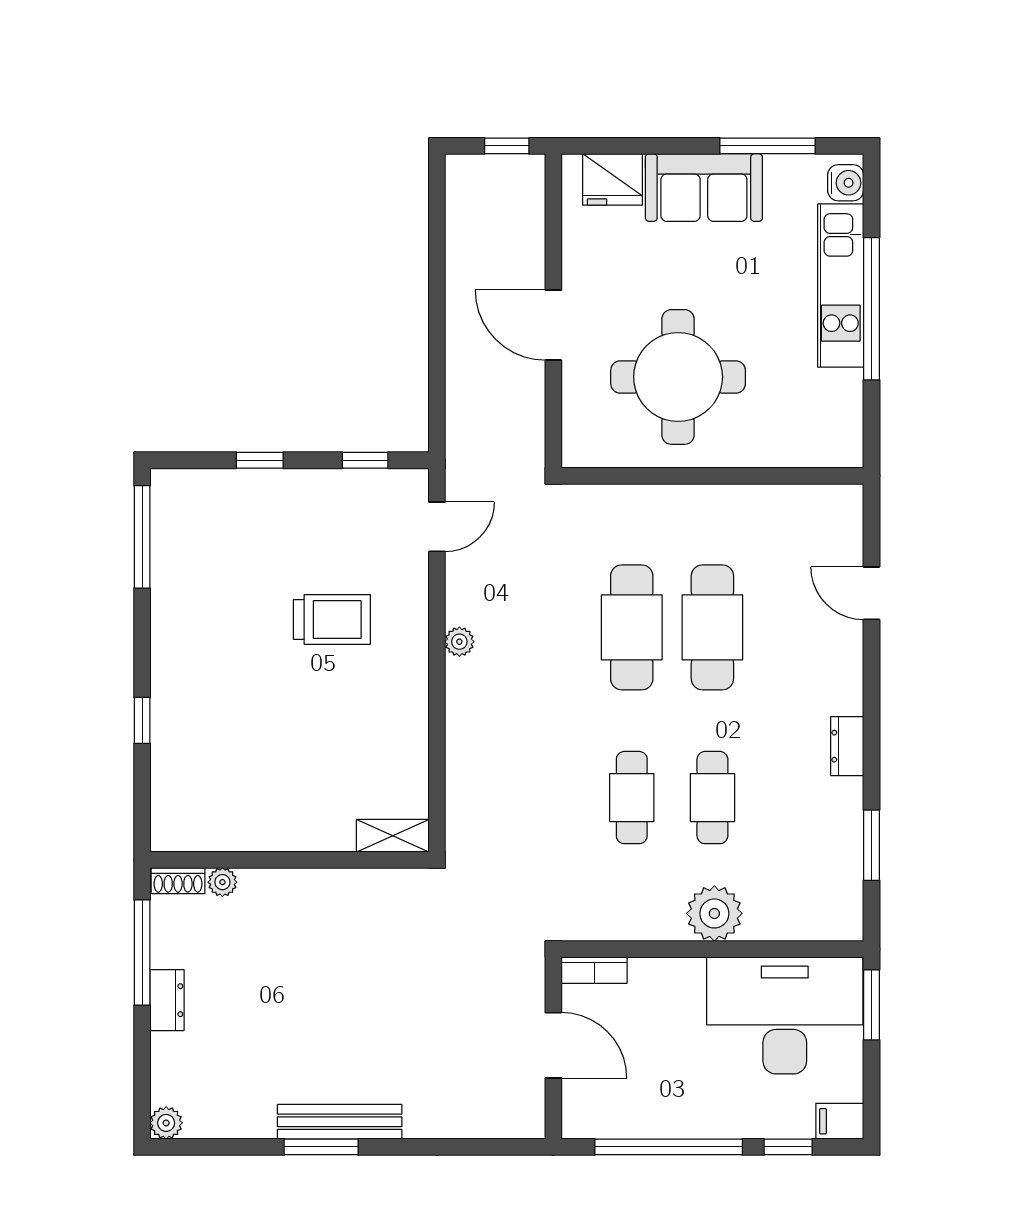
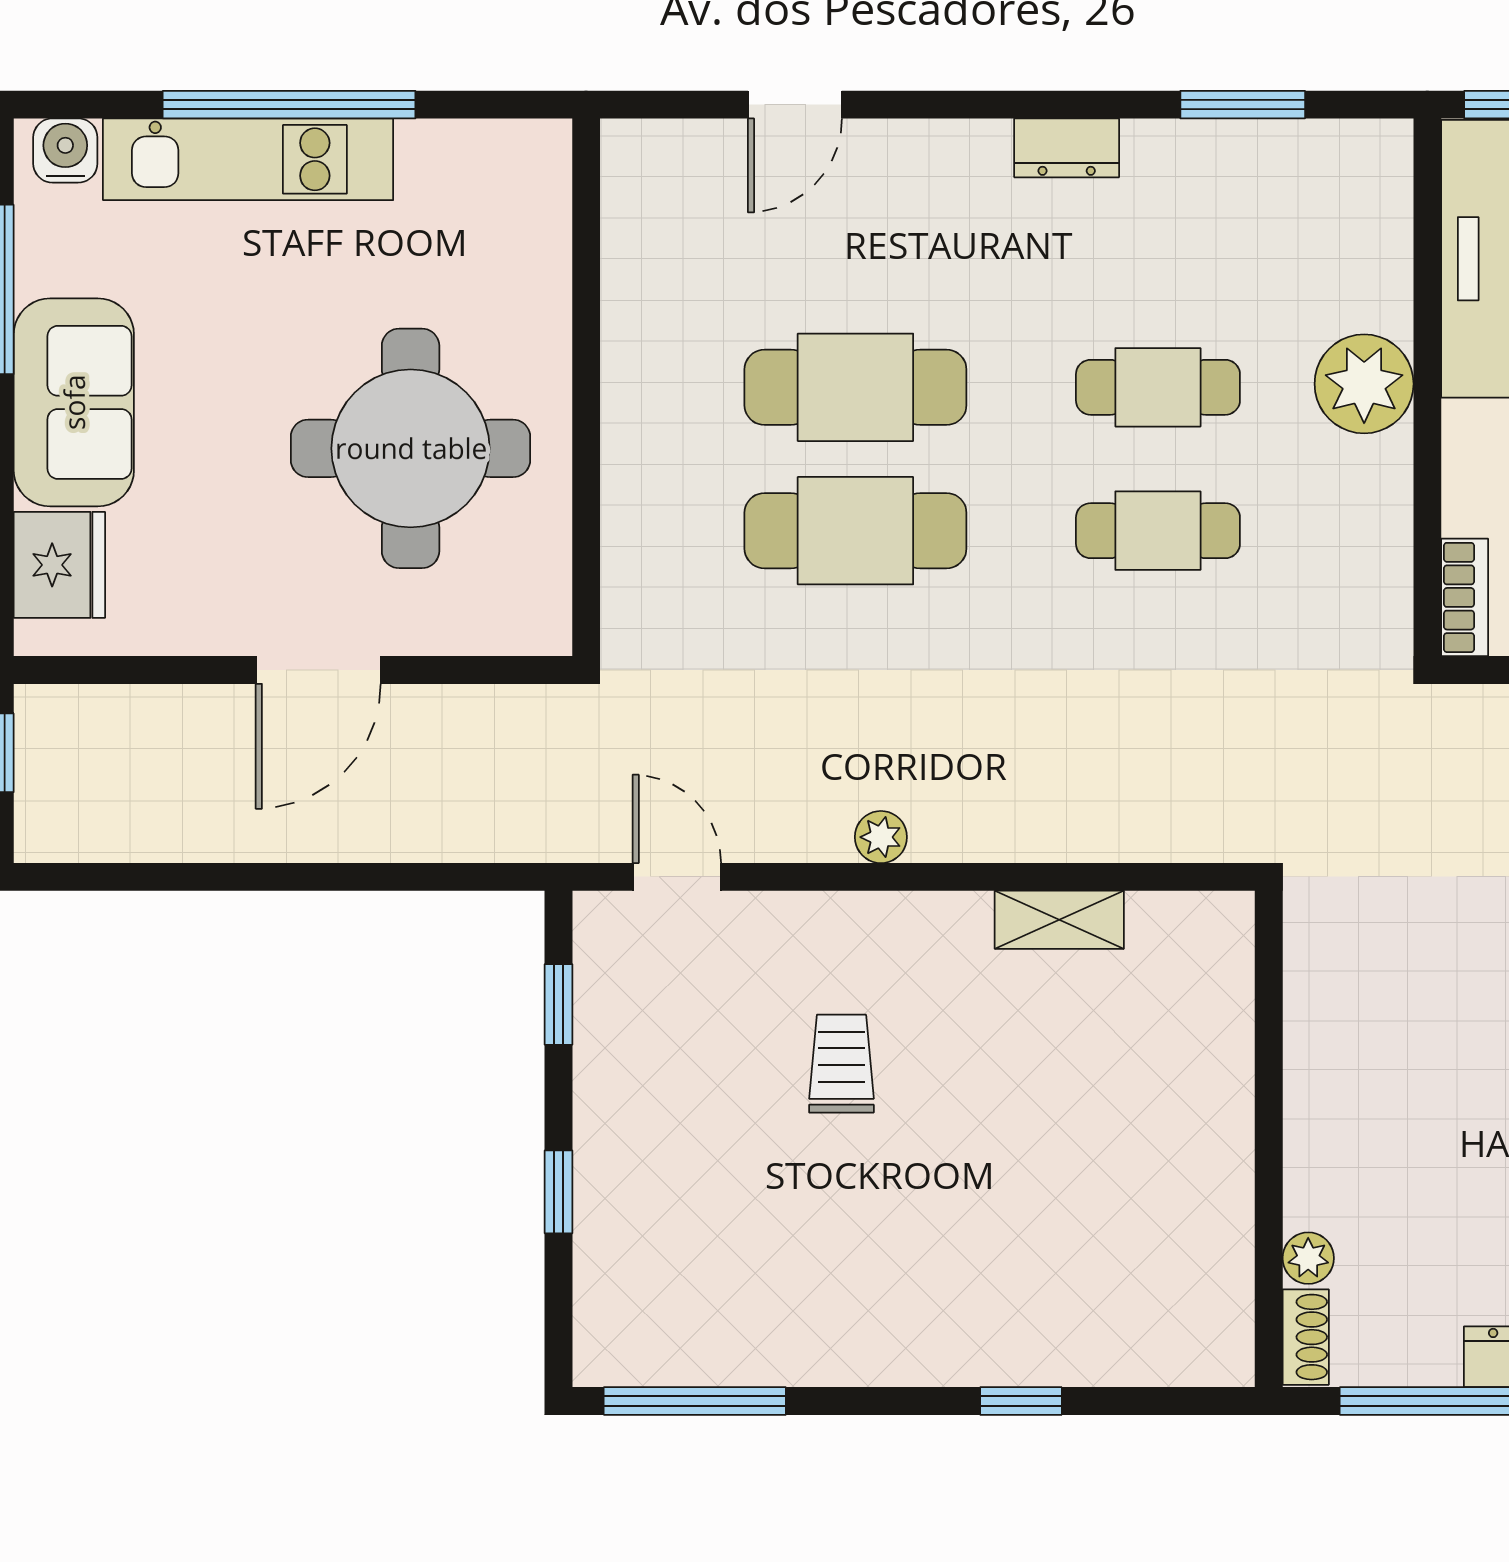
trolley: (332, 619) -> (841, 1064), width x0.73, depth x0.72
shelving: (393, 836) -> (1059, 920), moved, turned 90

